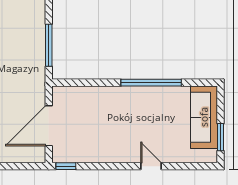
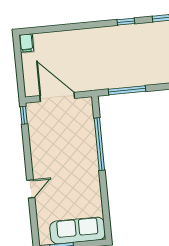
window: (151, 83) -> (99, 144), moved

